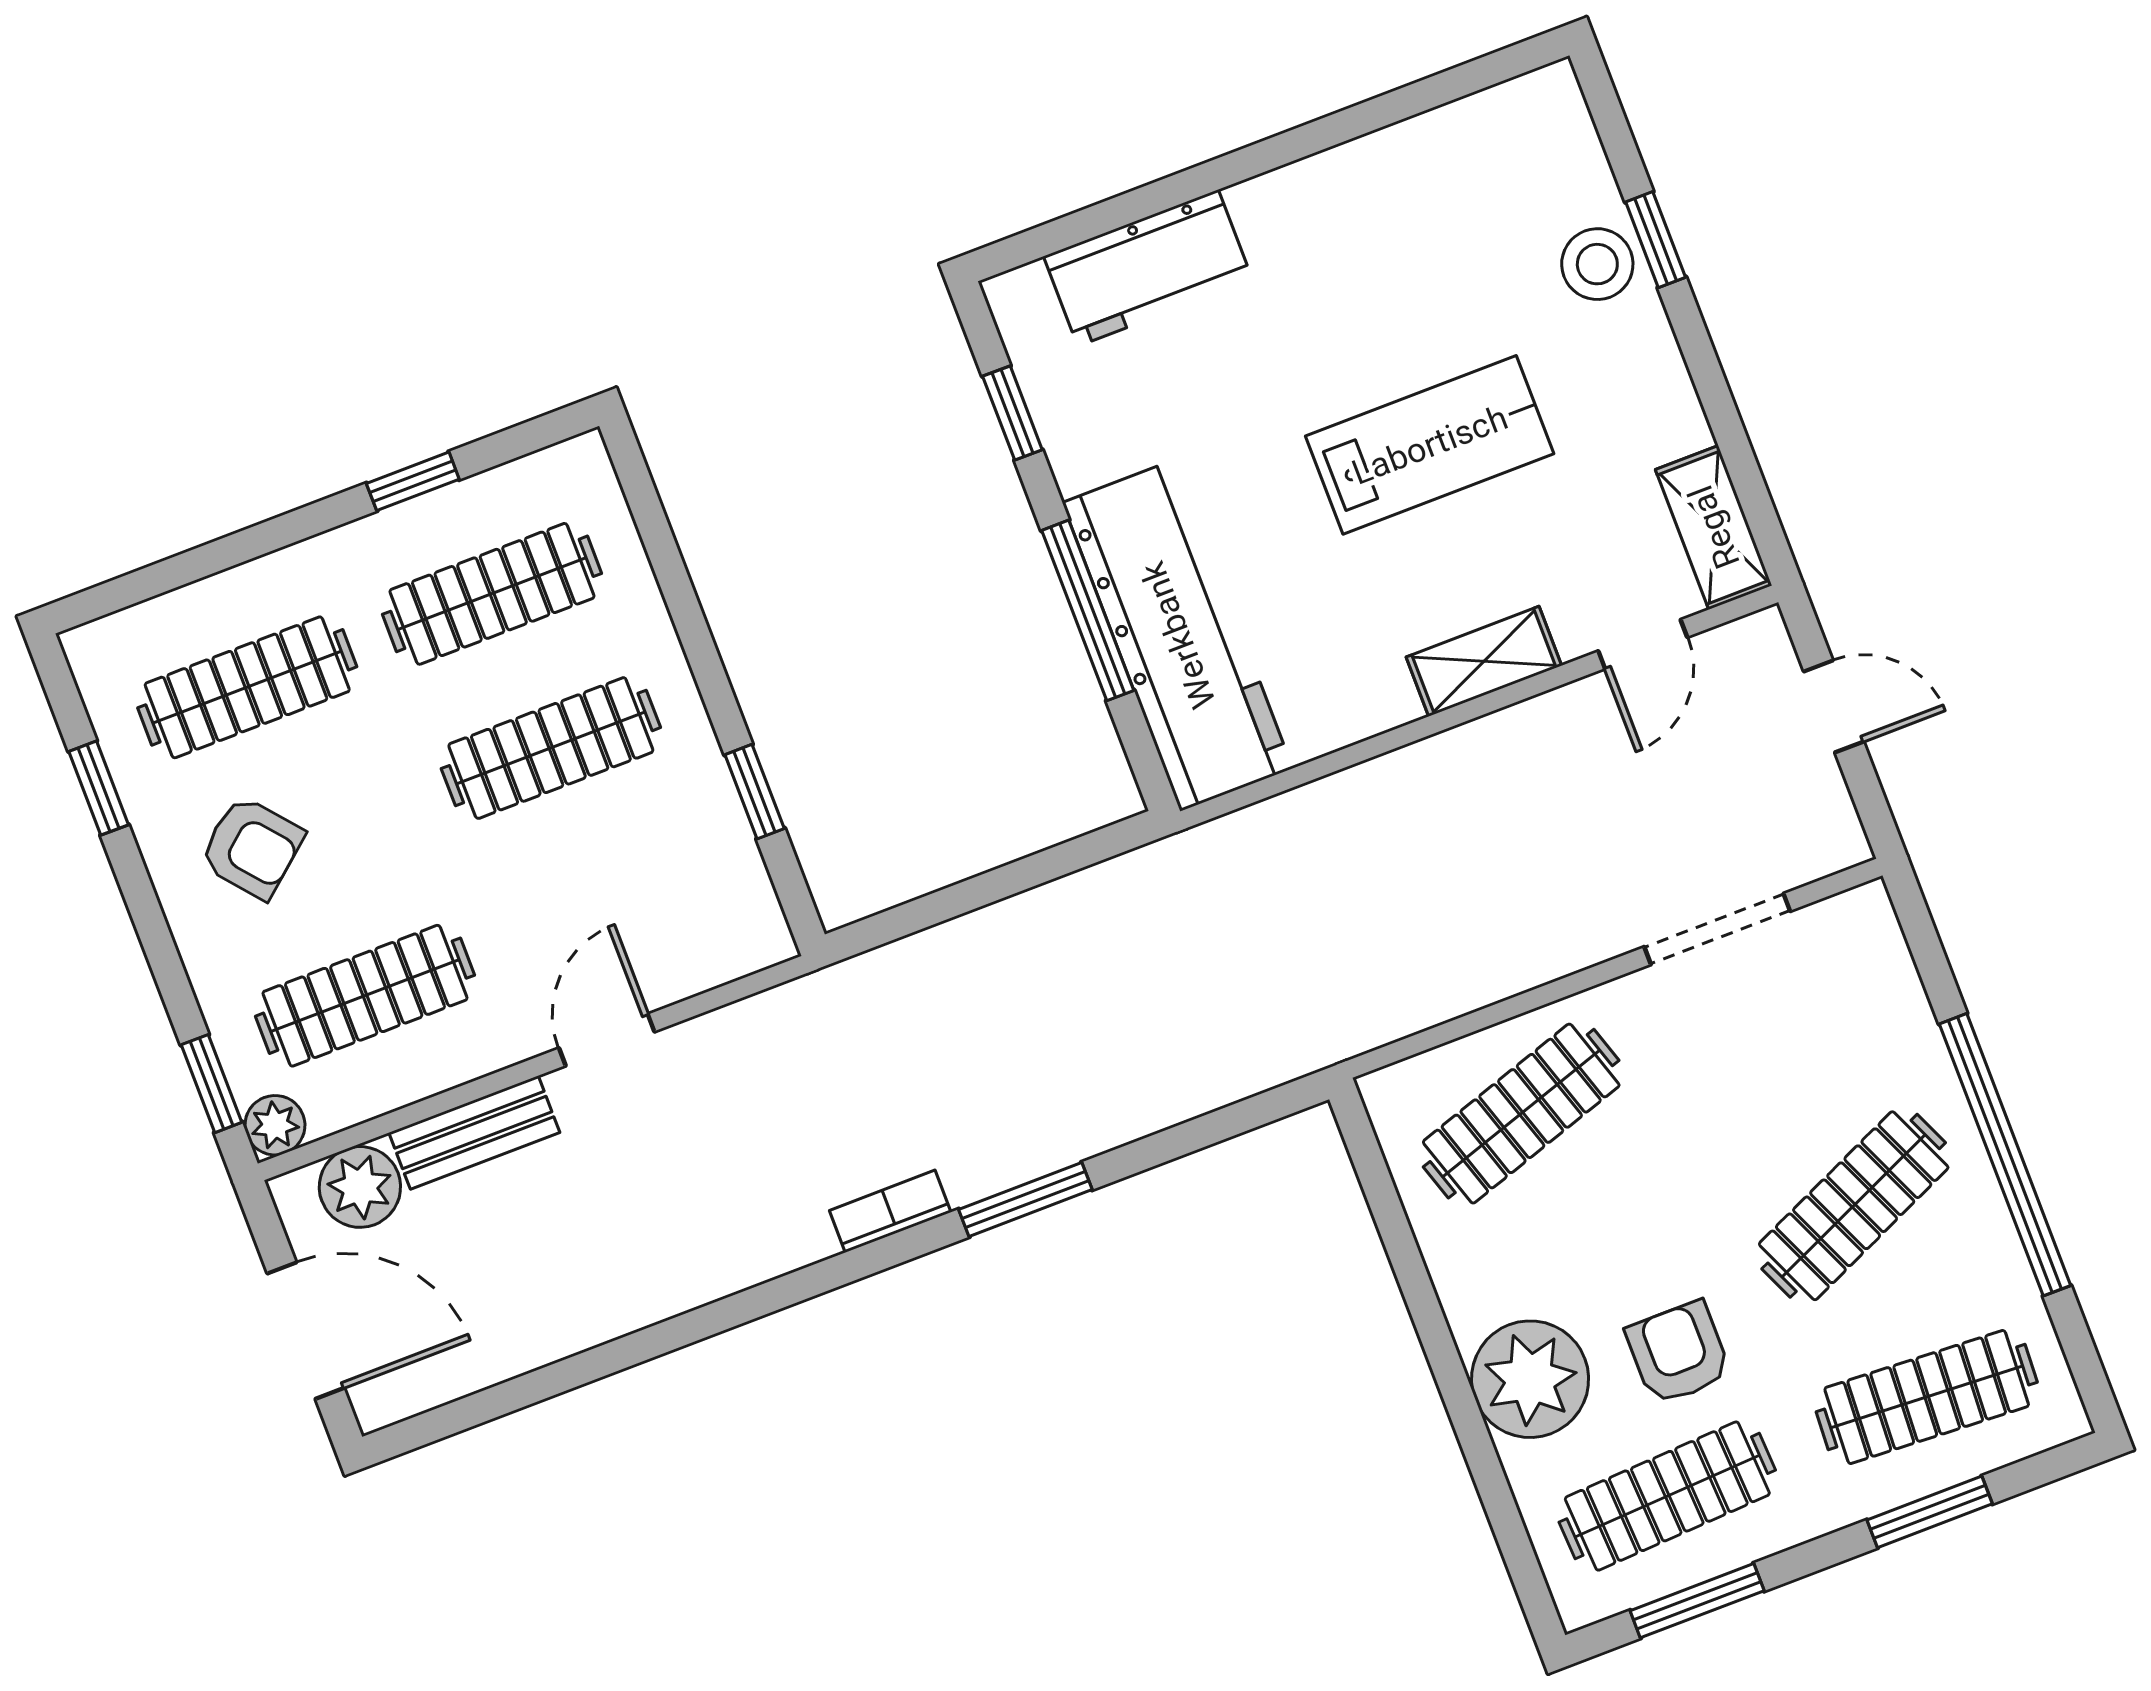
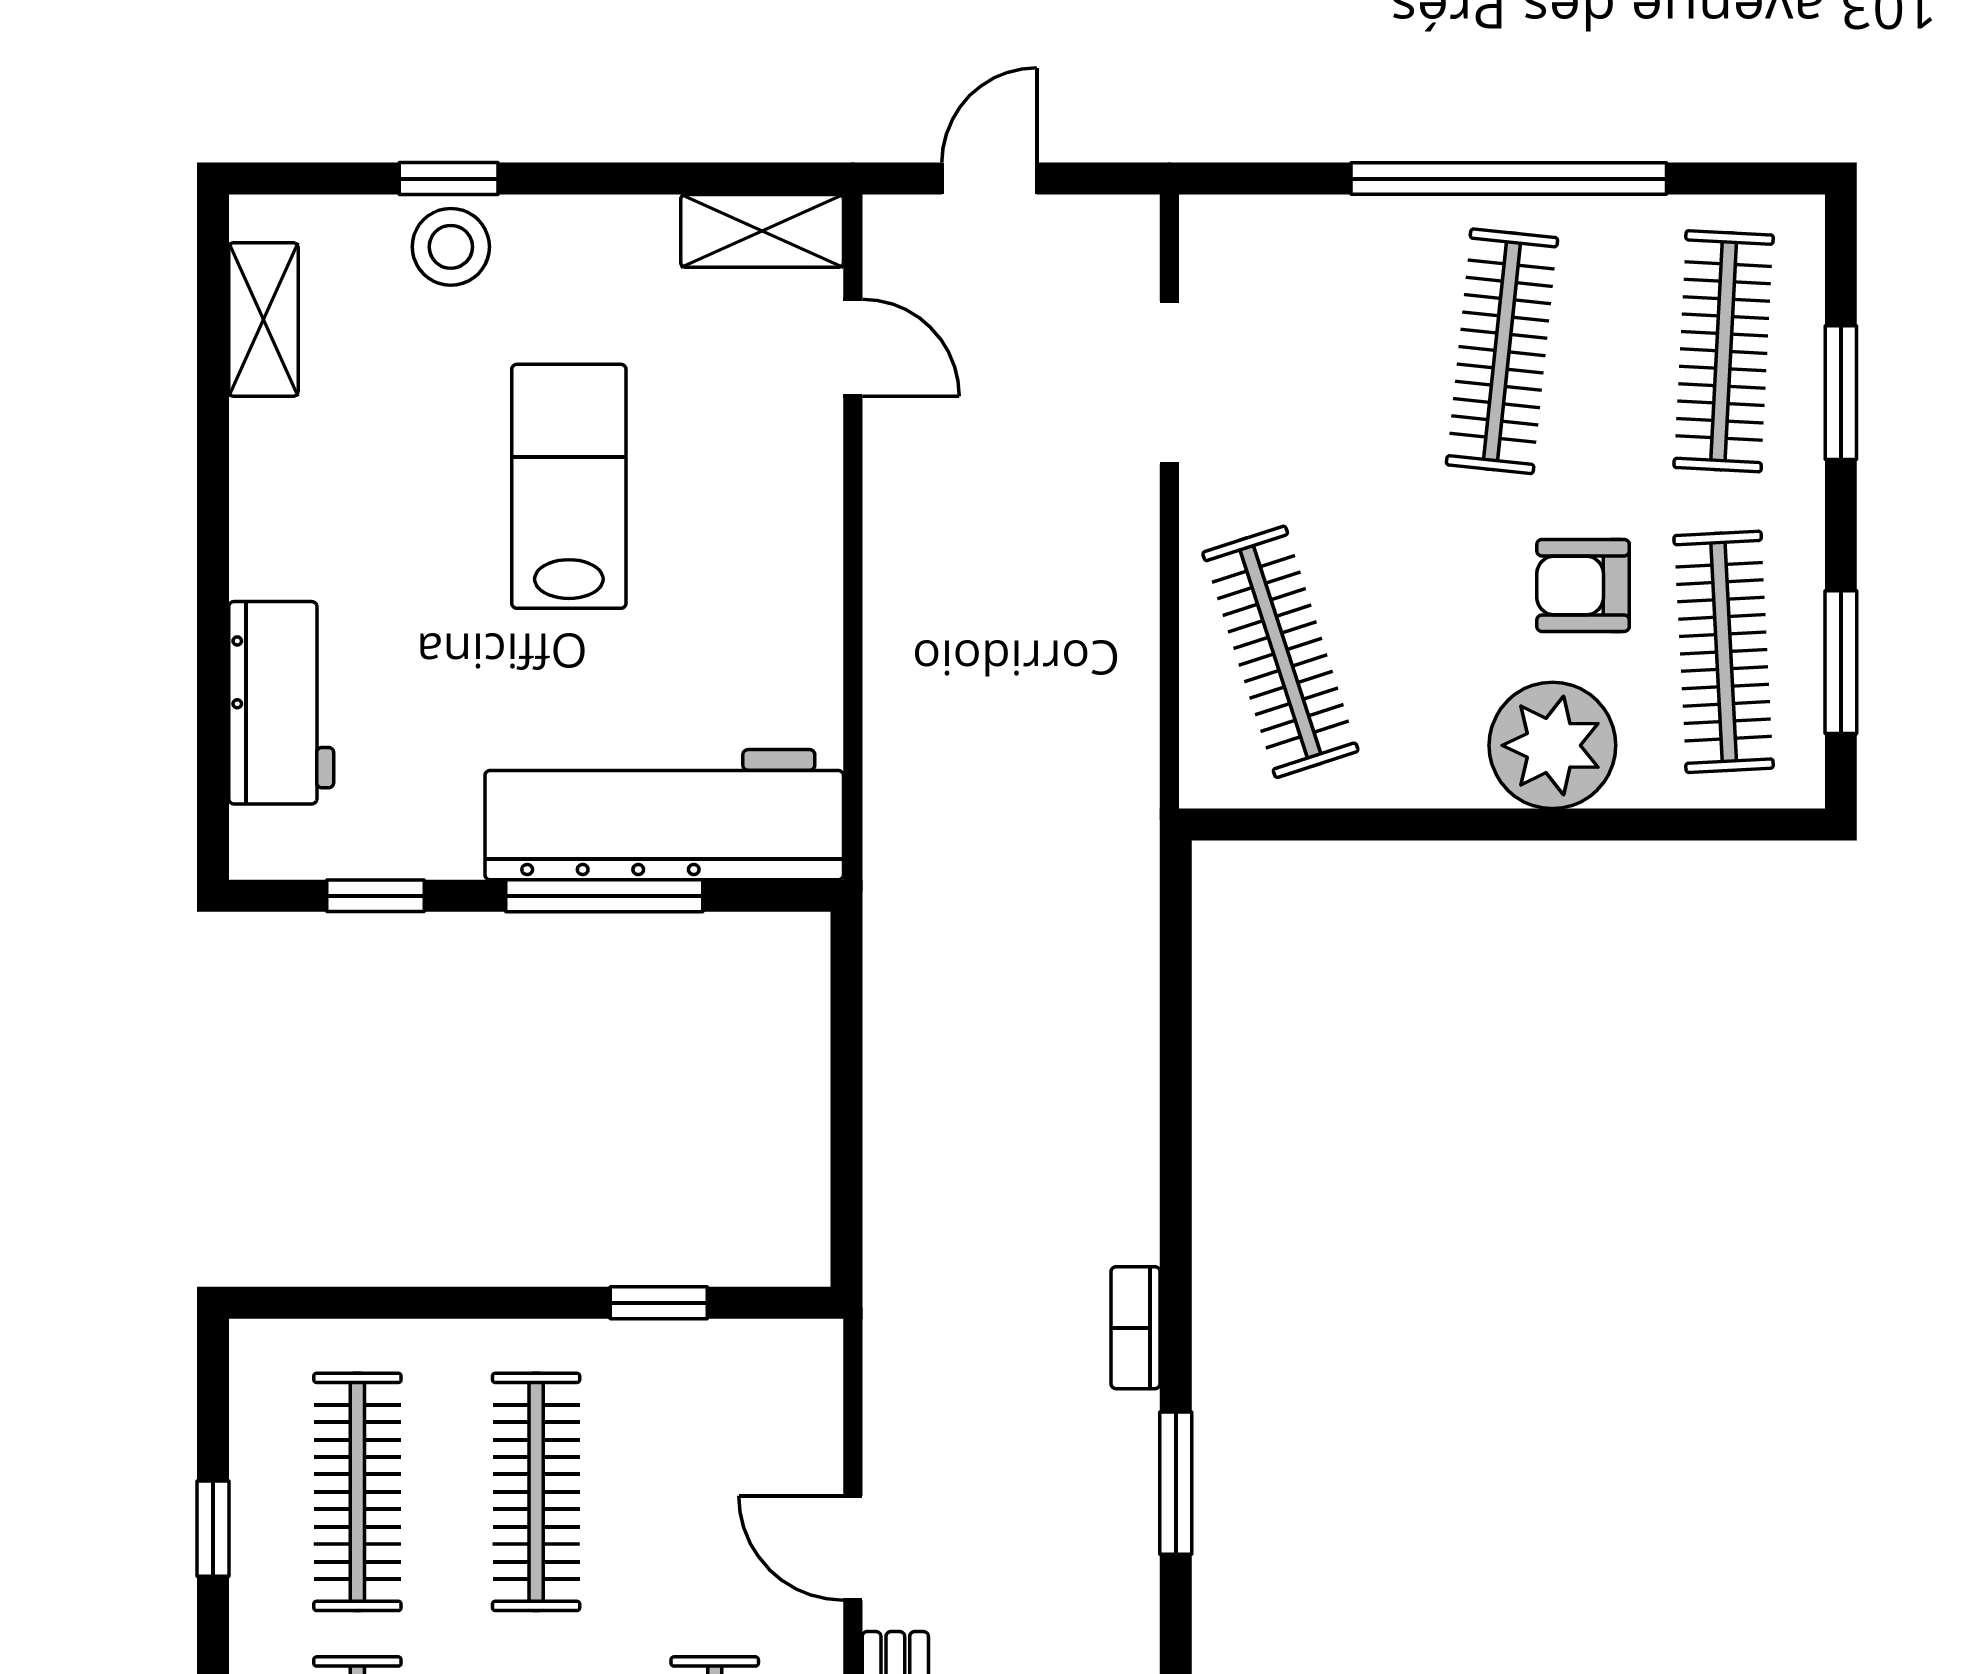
shelving: (1484, 661) -> (263, 319), moved
window: (1025, 1199) -> (1176, 1483), moved
clothes rail: (1854, 1206) -> (1502, 351), turned 30

